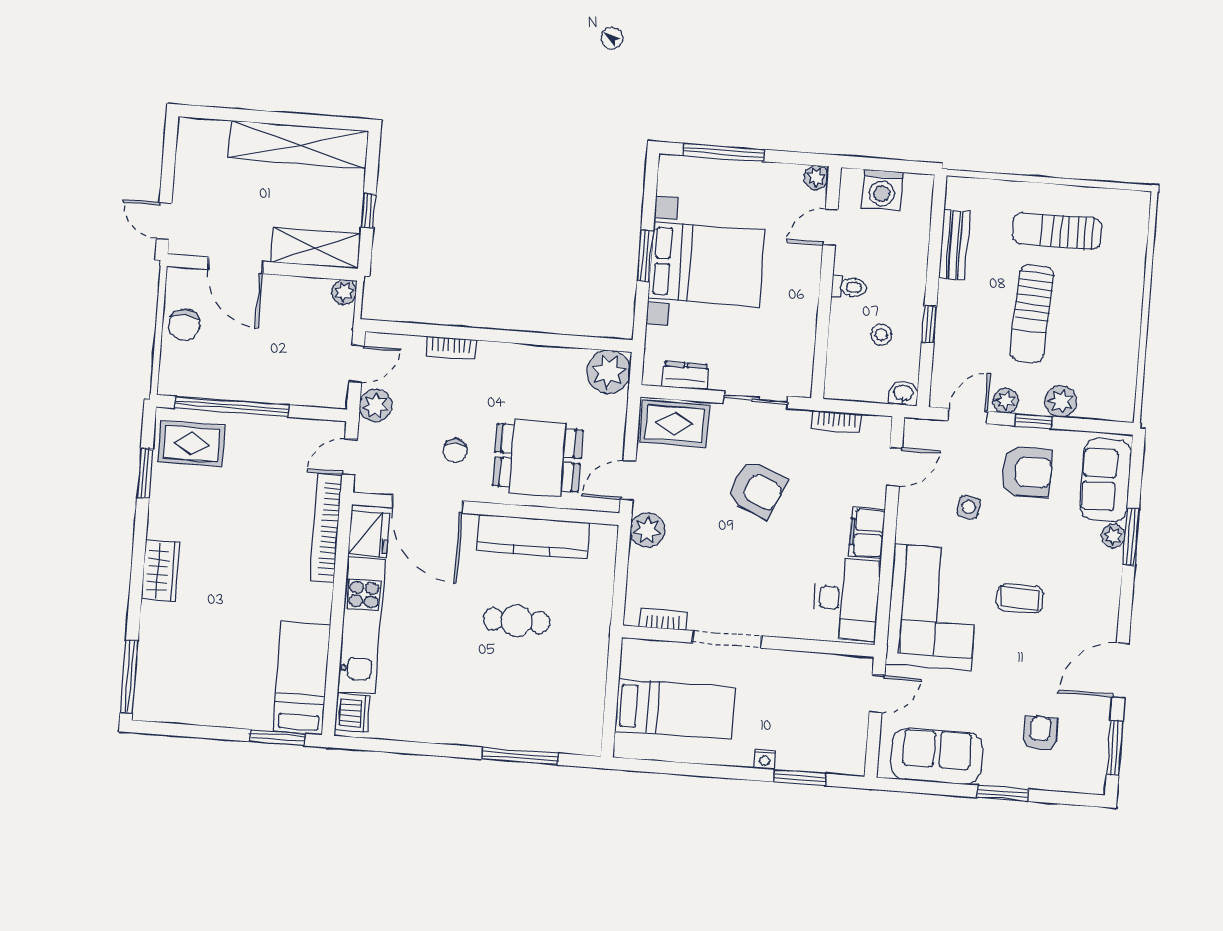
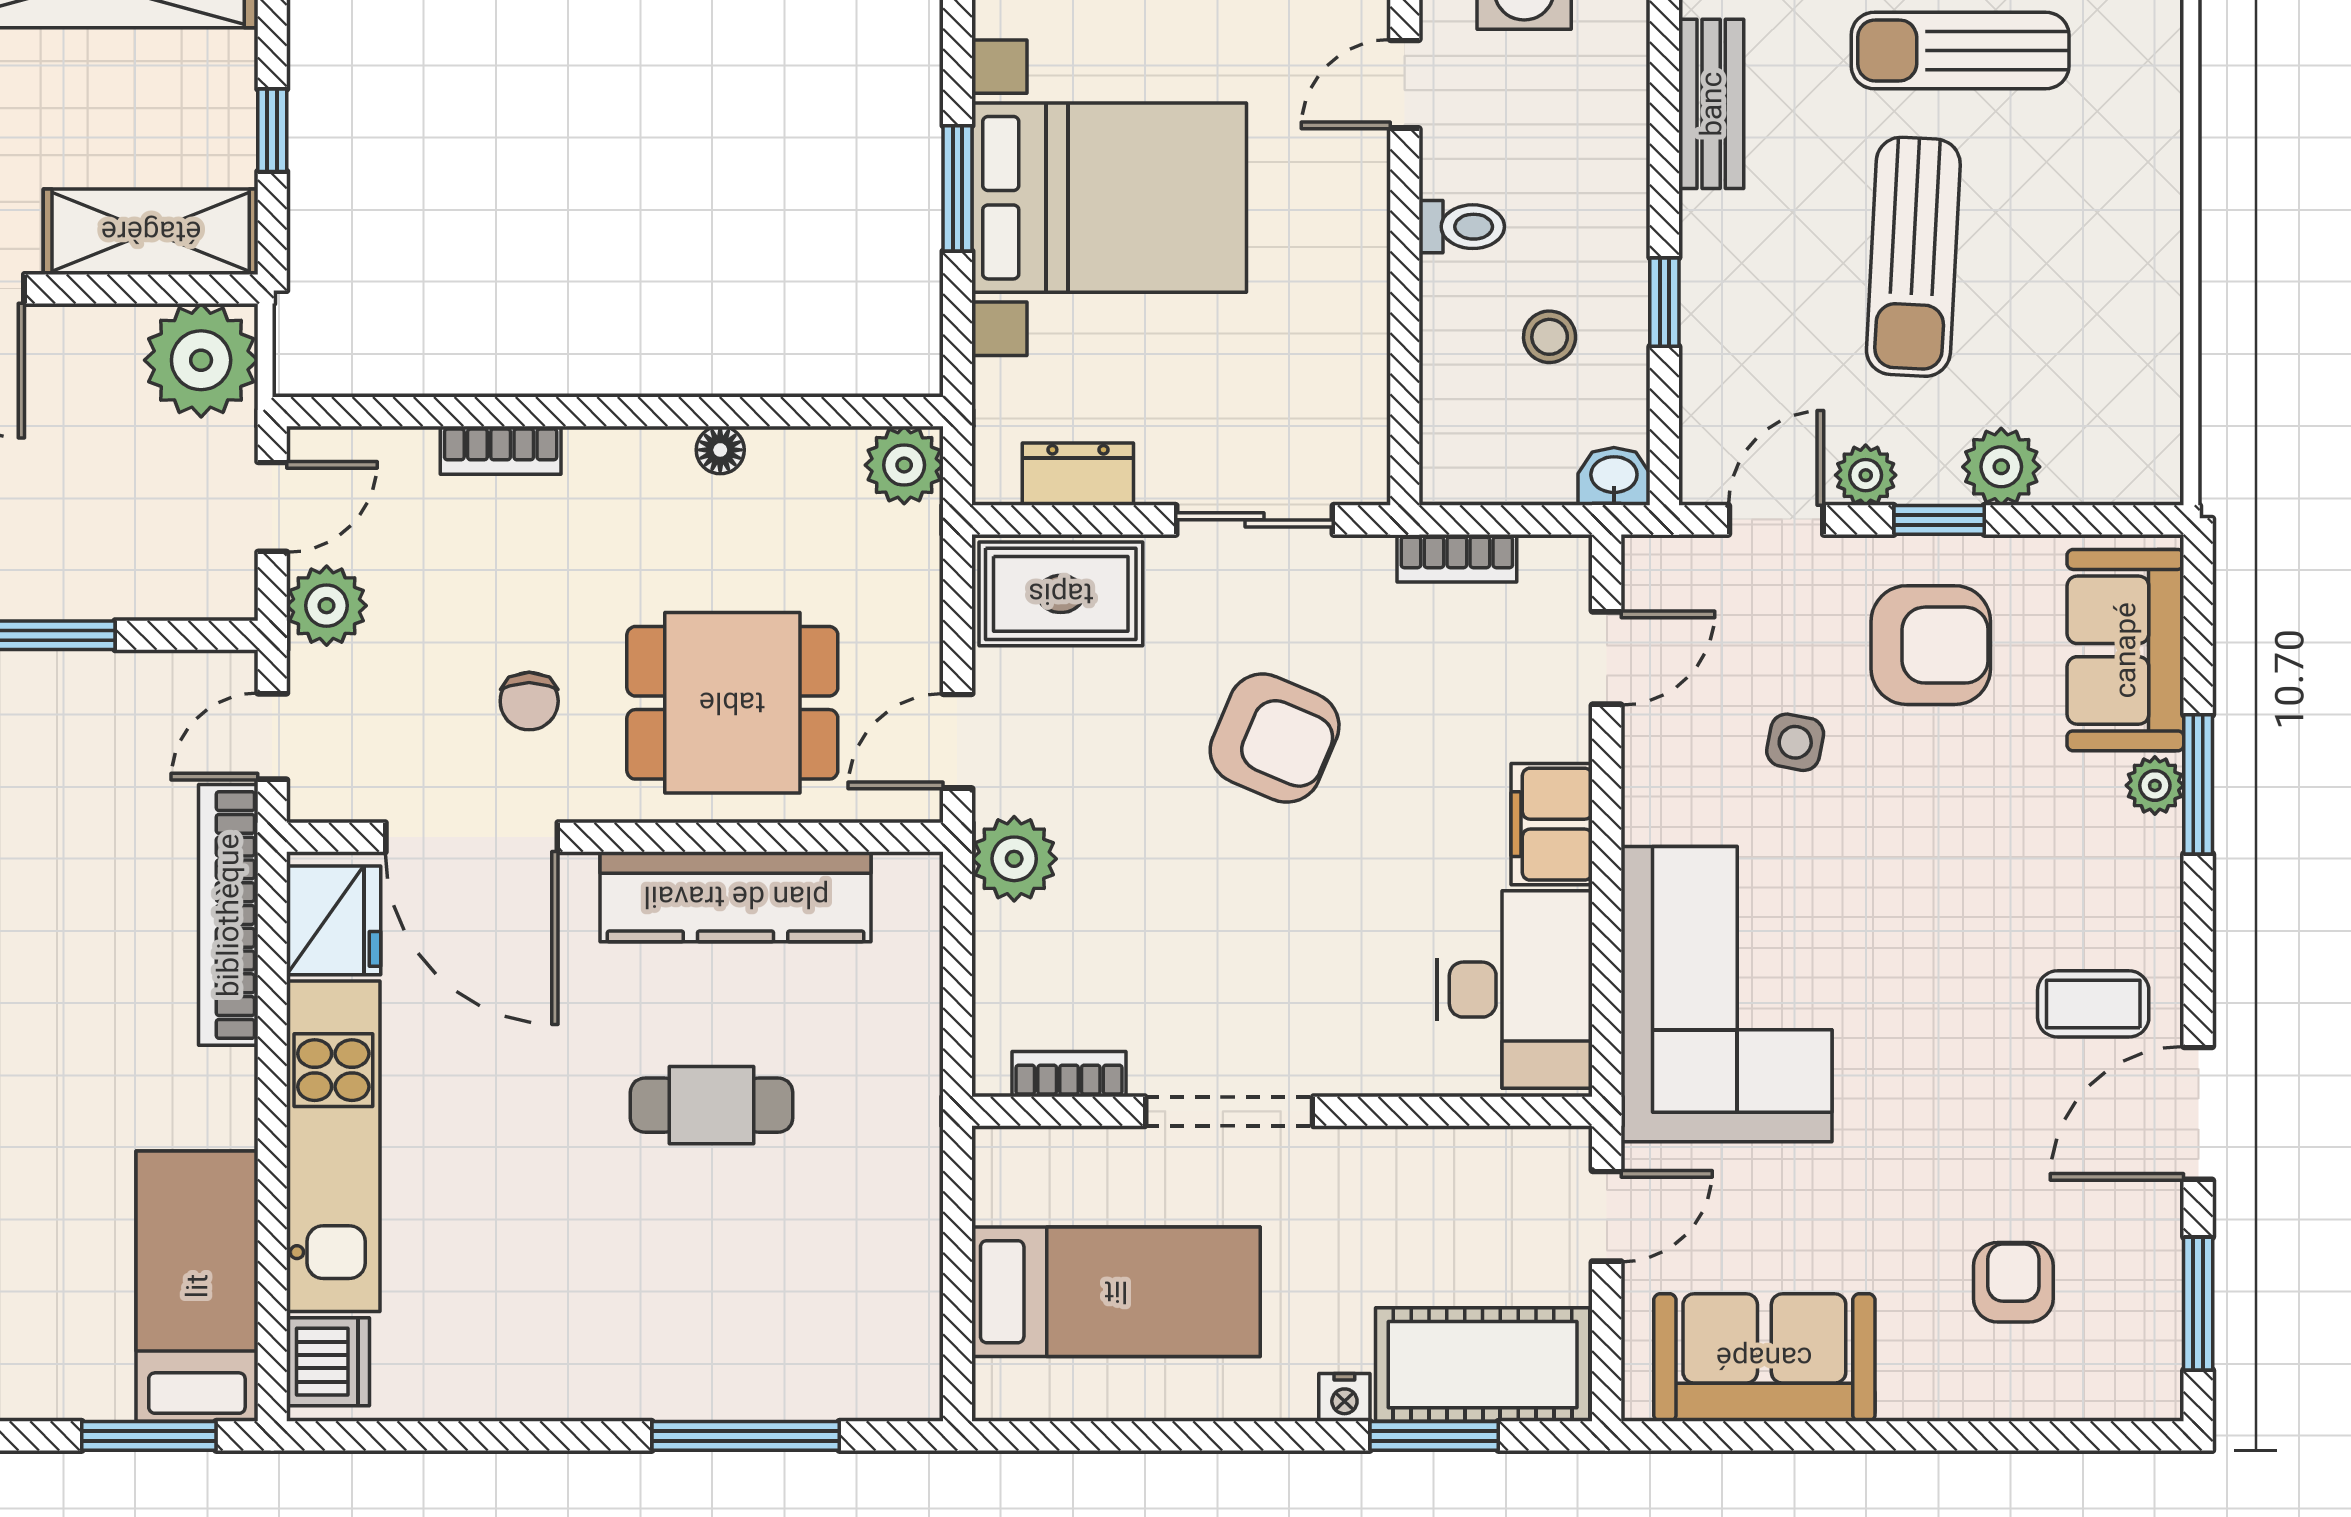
plant: (344, 292) -> (201, 360), width x1.87, depth x1.87
floor lamp: (541, 355) -> (720, 450), added
plant: (609, 372) -> (904, 465), width x0.73, depth x0.73
coffee table: (1020, 598) -> (2093, 1004), moved
cot: (822, 750) -> (1483, 1365), added
window: (1003, 793) -> (1933, 1436), removed

